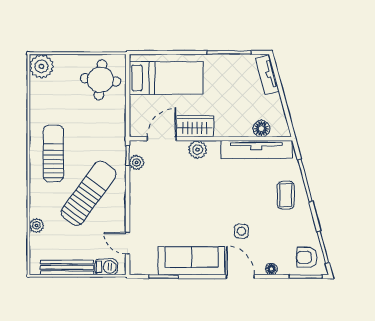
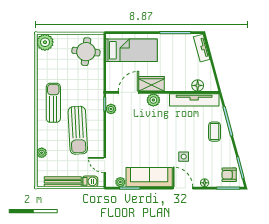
sun lounger: (89, 193) -> (78, 130), turned 141
plant: (150, 268) -> (120, 182), added

